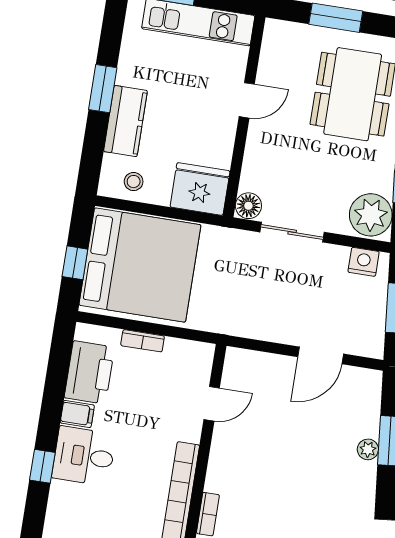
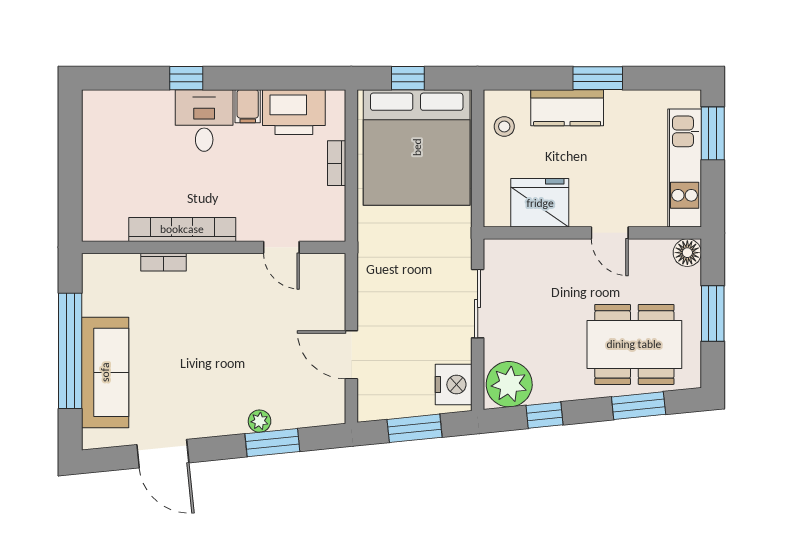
fridge: (200, 189) -> (540, 203), moved, turned -90
floor lamp: (248, 206) -> (687, 253), moved
nightstand: (364, 262) -> (454, 385), width x1.36, depth x1.33

